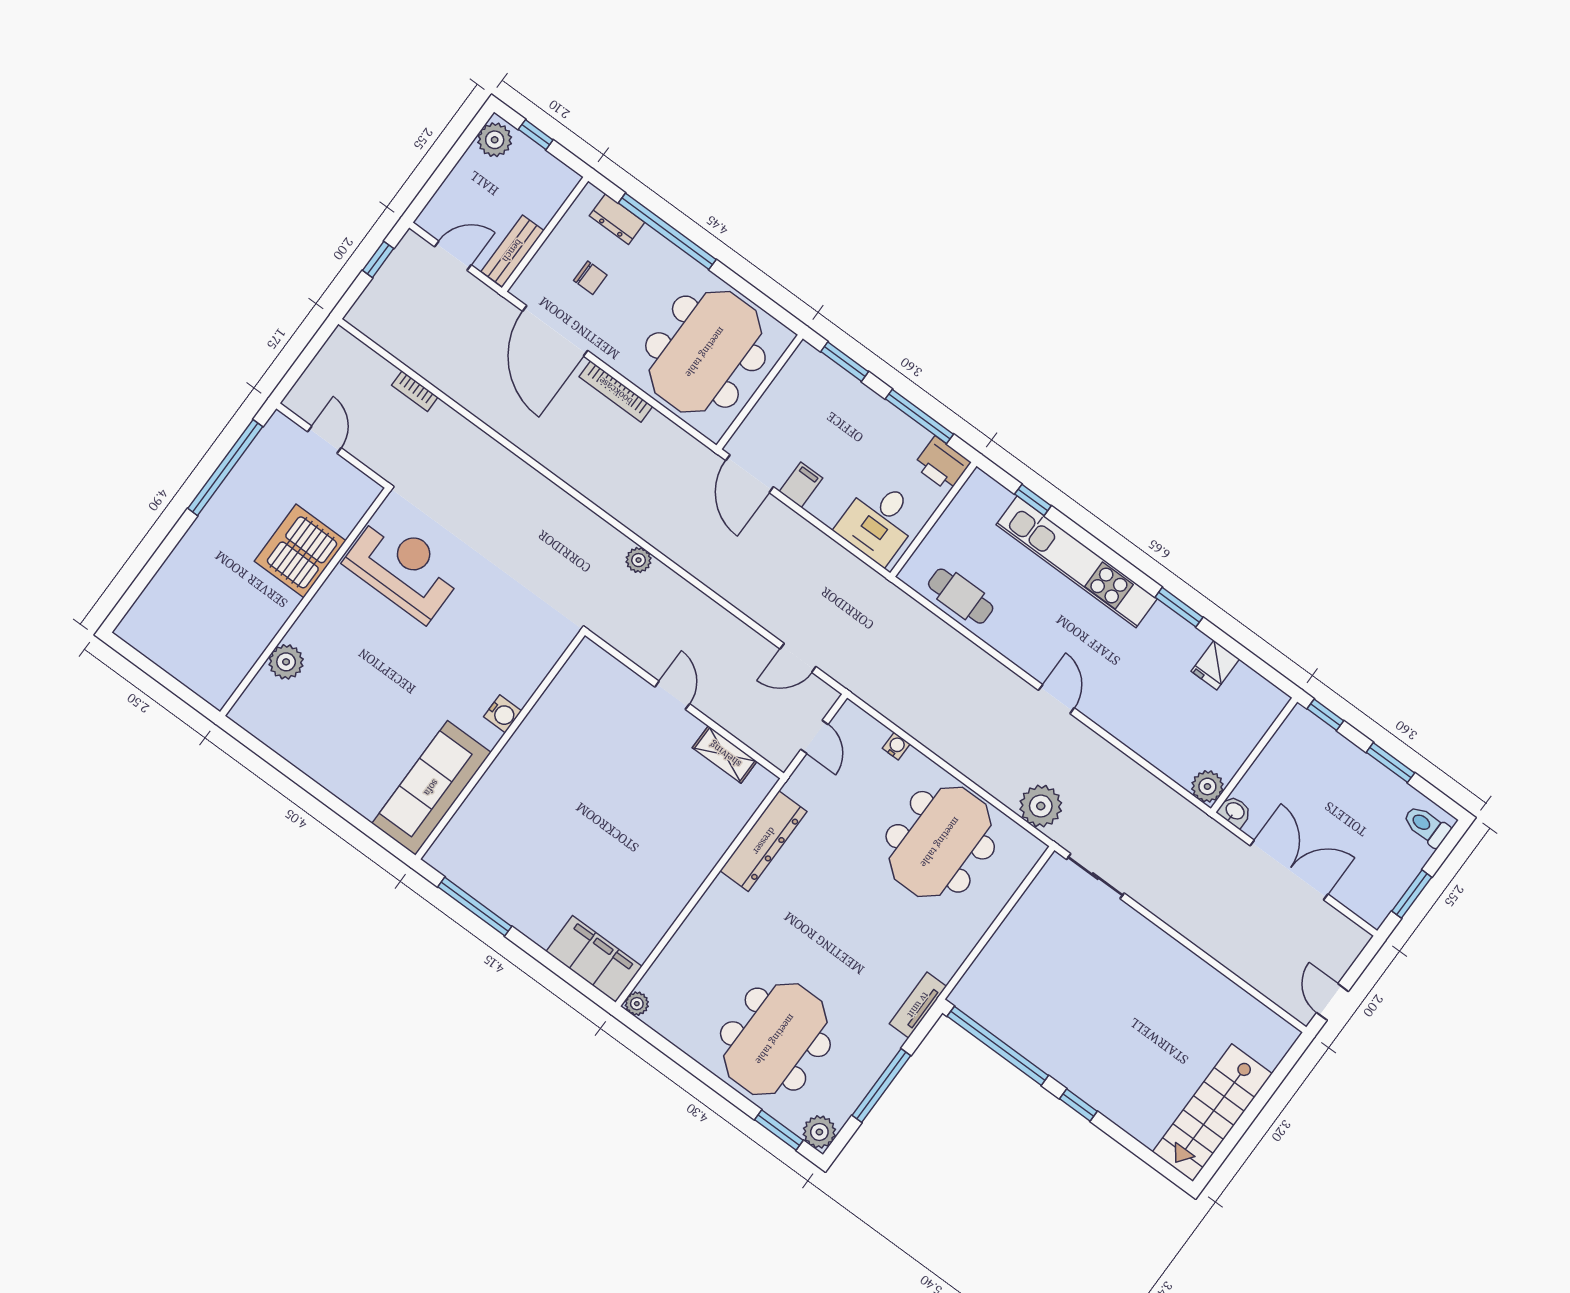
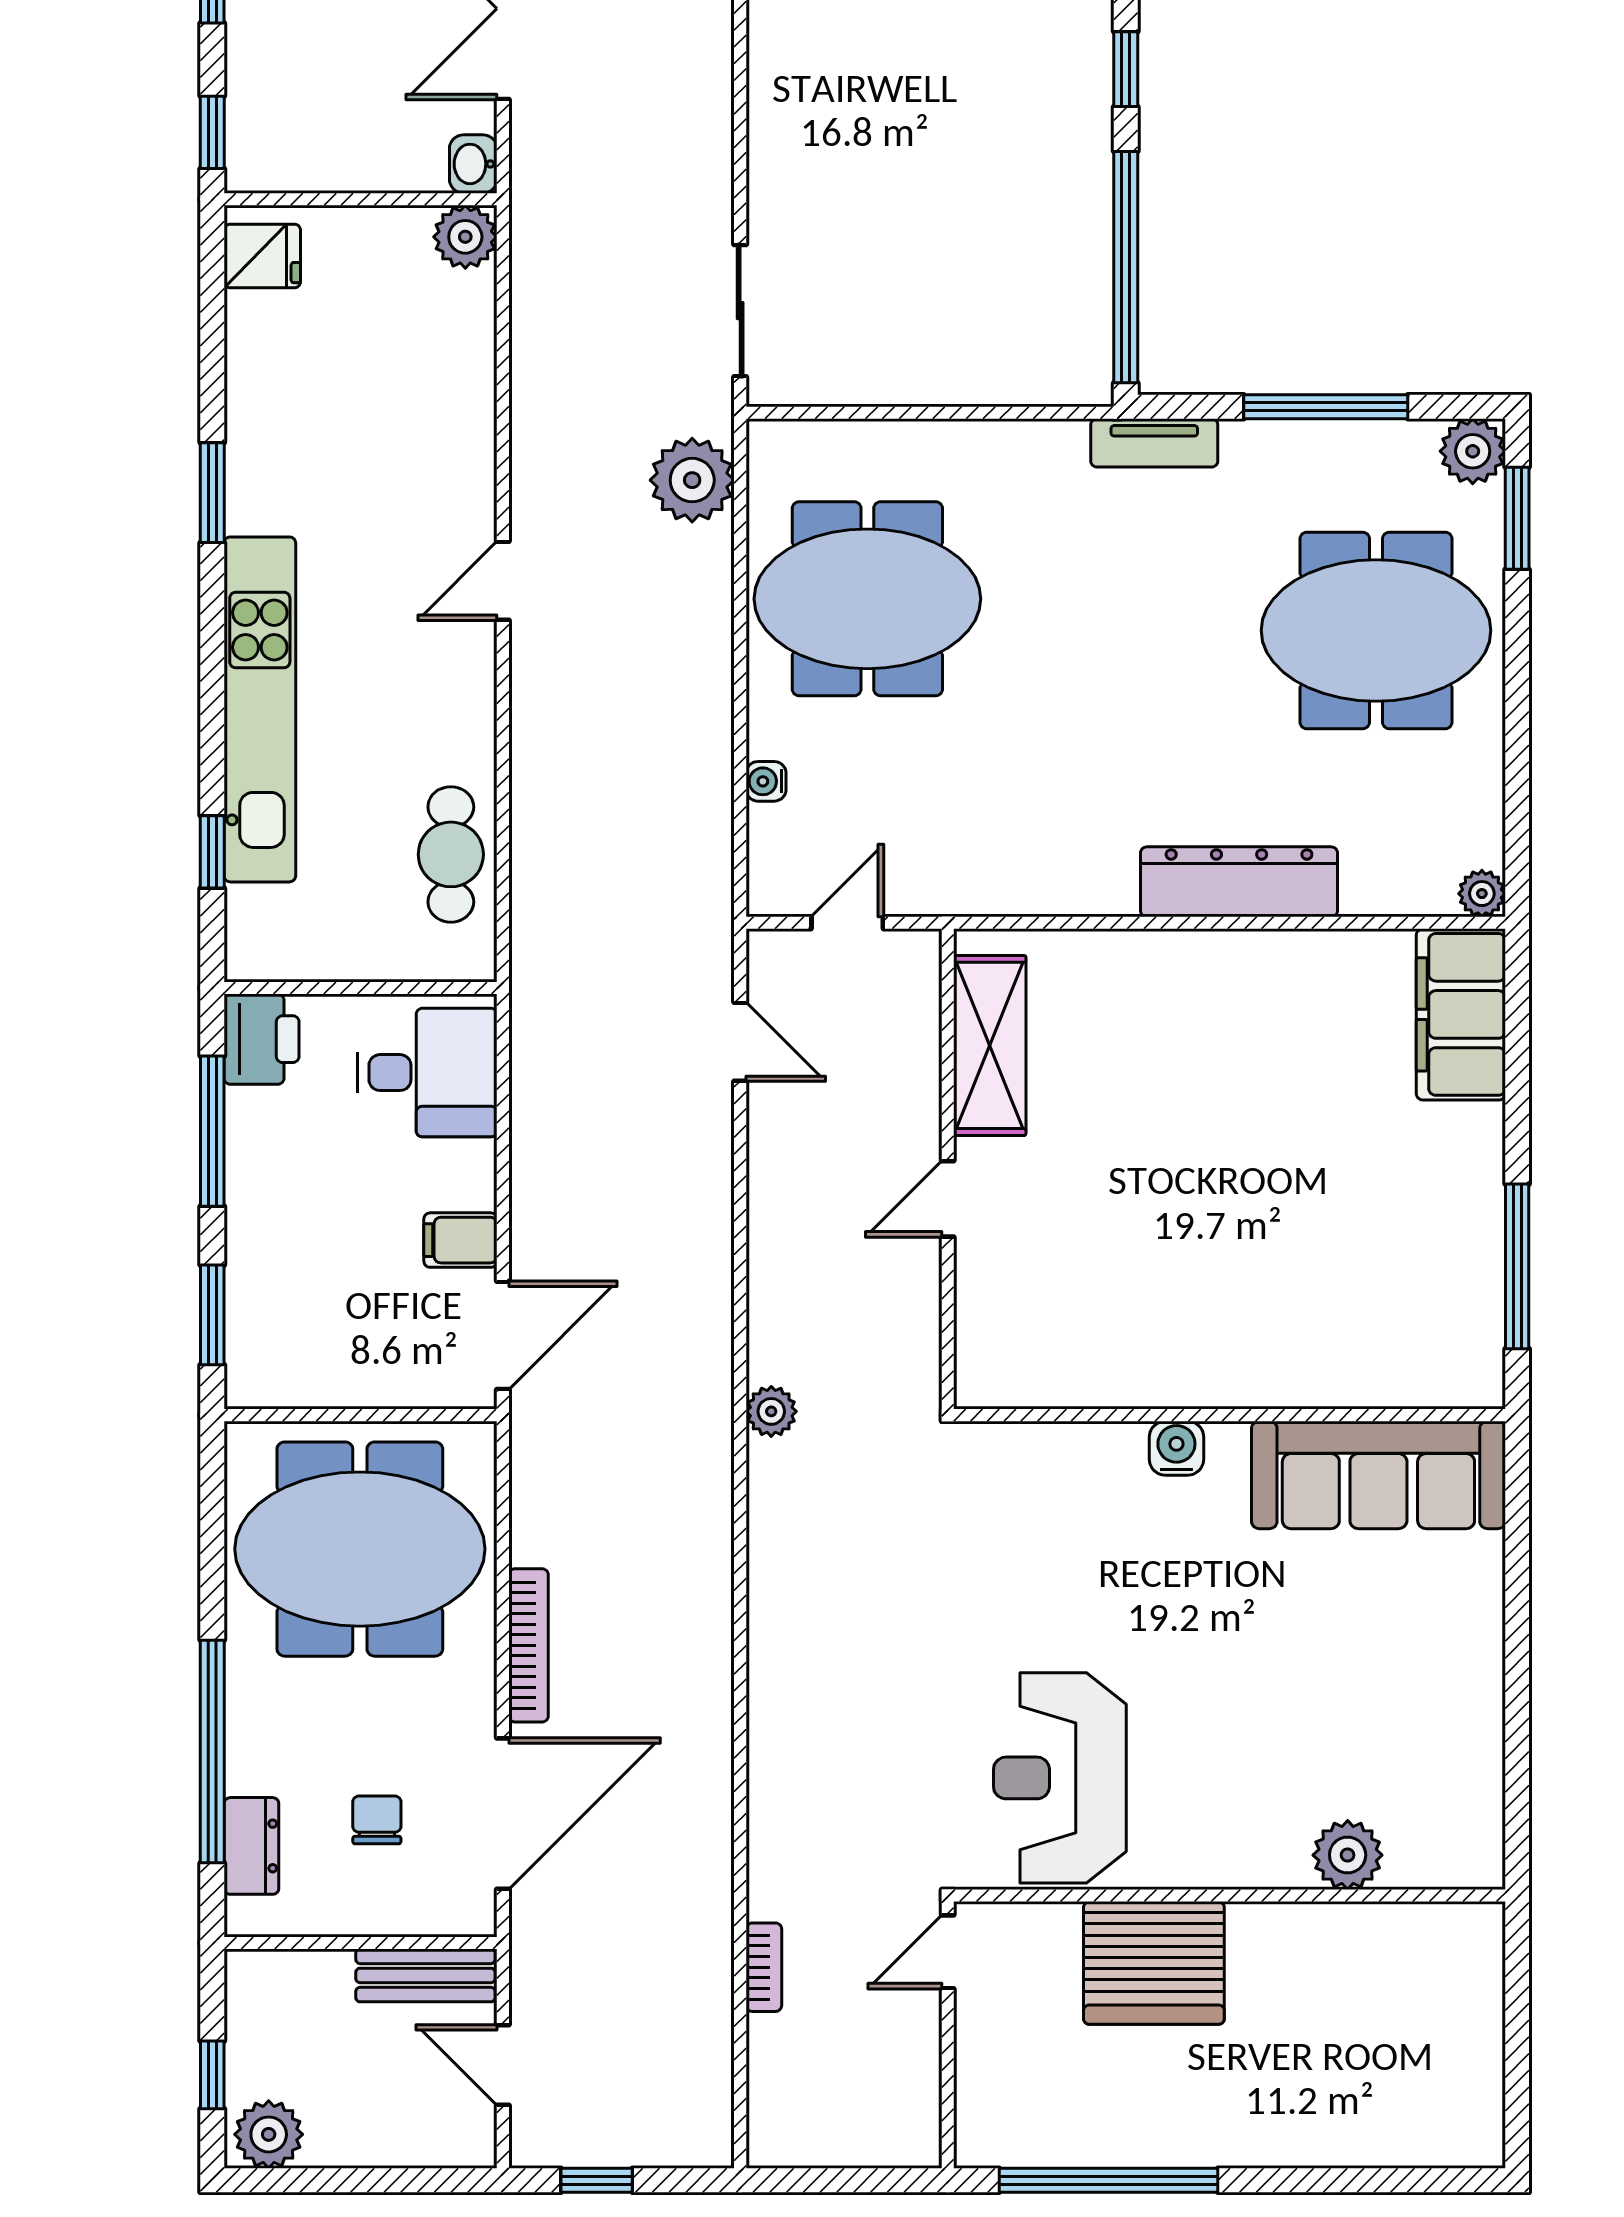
door: (324, 440) -> (948, 1952), moved
fridge: (1215, 665) -> (262, 256), moved
shelving: (725, 754) -> (990, 1045), width x1.50, depth x1.33
dresser: (764, 841) -> (1239, 882), moved

